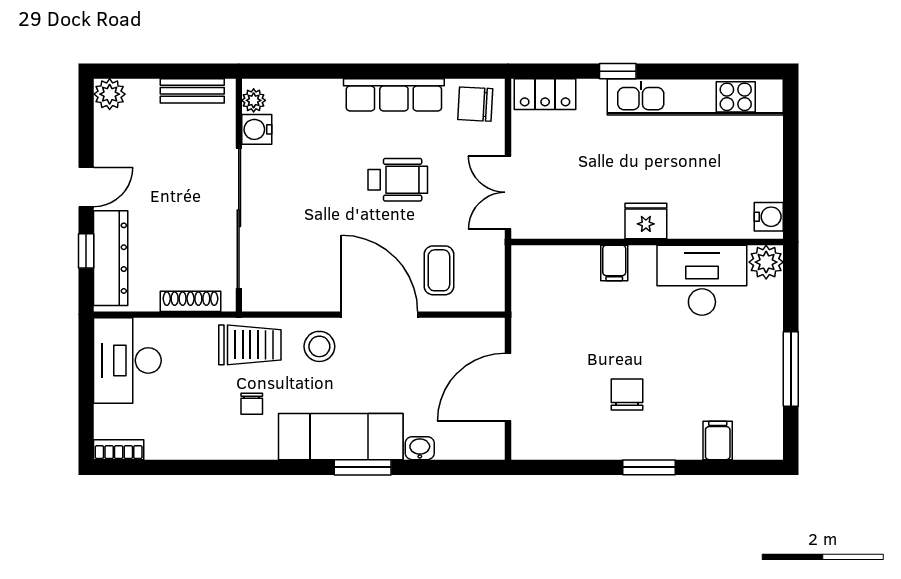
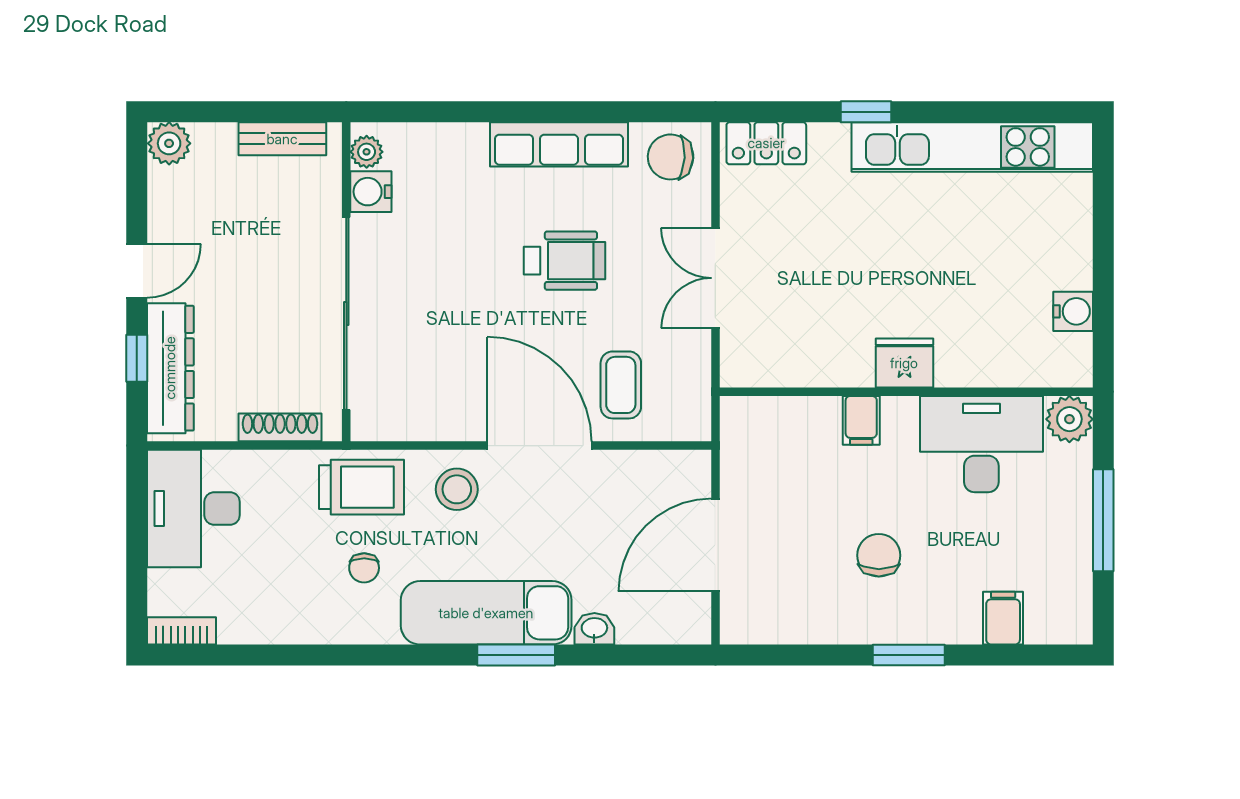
fridge: (646, 221) -> (904, 363), moved
wall: (647, 242) -> (906, 392), moved
plant: (766, 262) -> (1069, 419), moved
filing cabinet: (614, 263) -> (861, 420), moved
desk: (702, 280) -> (981, 444), moved

